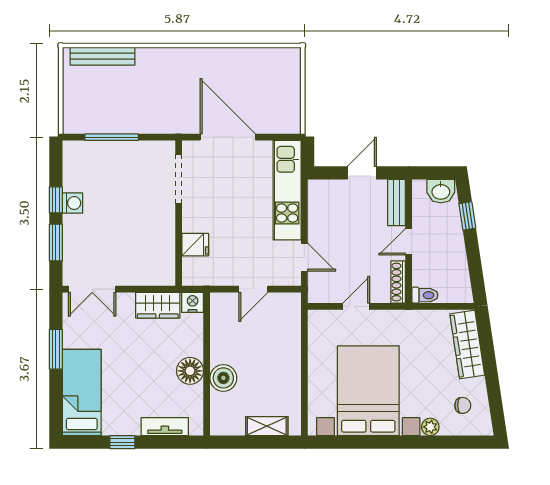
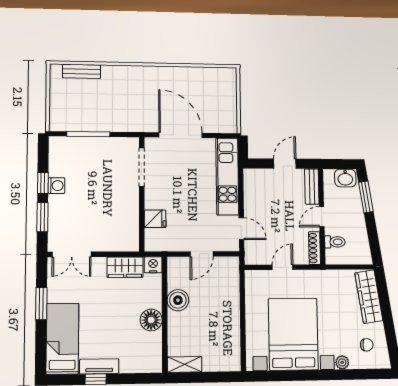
bench: (102, 56) -> (82, 71), width x0.73
window: (467, 216) -> (366, 197), width x1.50
toilet: (425, 295) -> (335, 242), moved
boiler: (223, 378) -> (178, 300), moved
shelving: (267, 426) -> (185, 364), moved
tv unit: (165, 427) -> (99, 366), moved

